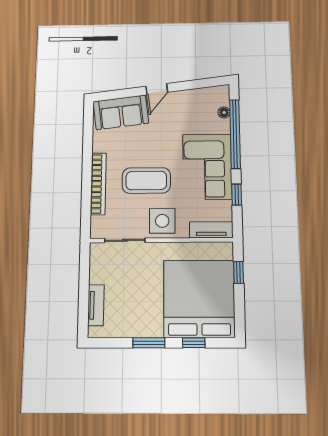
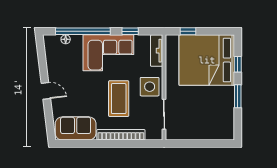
sofa: (121, 112) -> (76, 128), moved, turned -83
tv unit: (96, 305) -> (211, 135), removed

